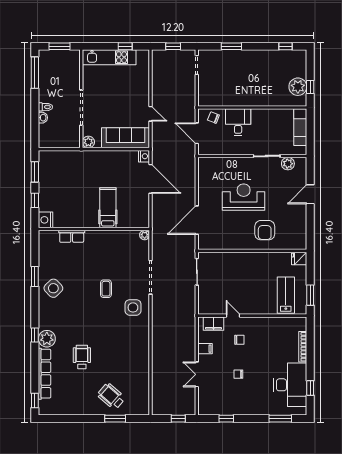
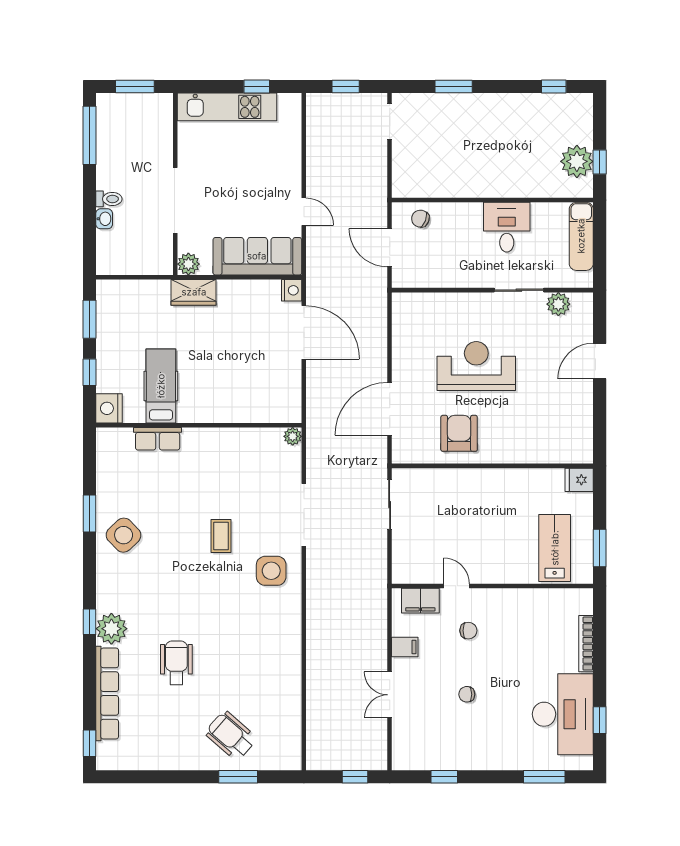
desk: (238, 122) -> (507, 227), moved
wardrobe: (91, 157) -> (194, 292), added
hospital bed: (108, 208) -> (161, 386), moved
armchair: (265, 230) -> (459, 433), moved, turned 180

